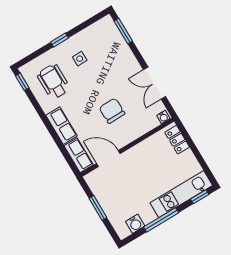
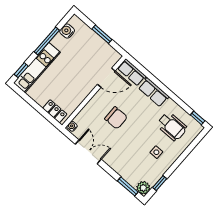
plant: (107, 24) -> (143, 188), added
window: (59, 40) -> (160, 183), moved

